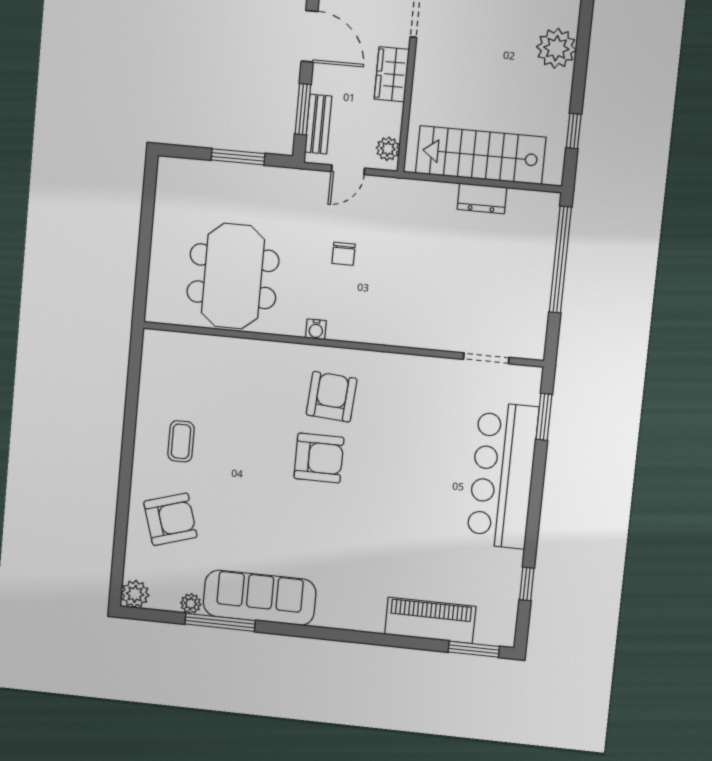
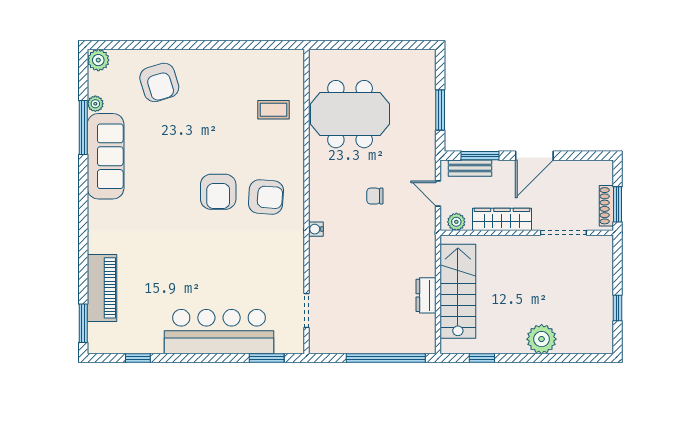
wardrobe: (392, 74) -> (502, 219), width x1.50
water cooler: (316, 329) -> (316, 229), moved
coffee table: (181, 441) -> (273, 110), moved

